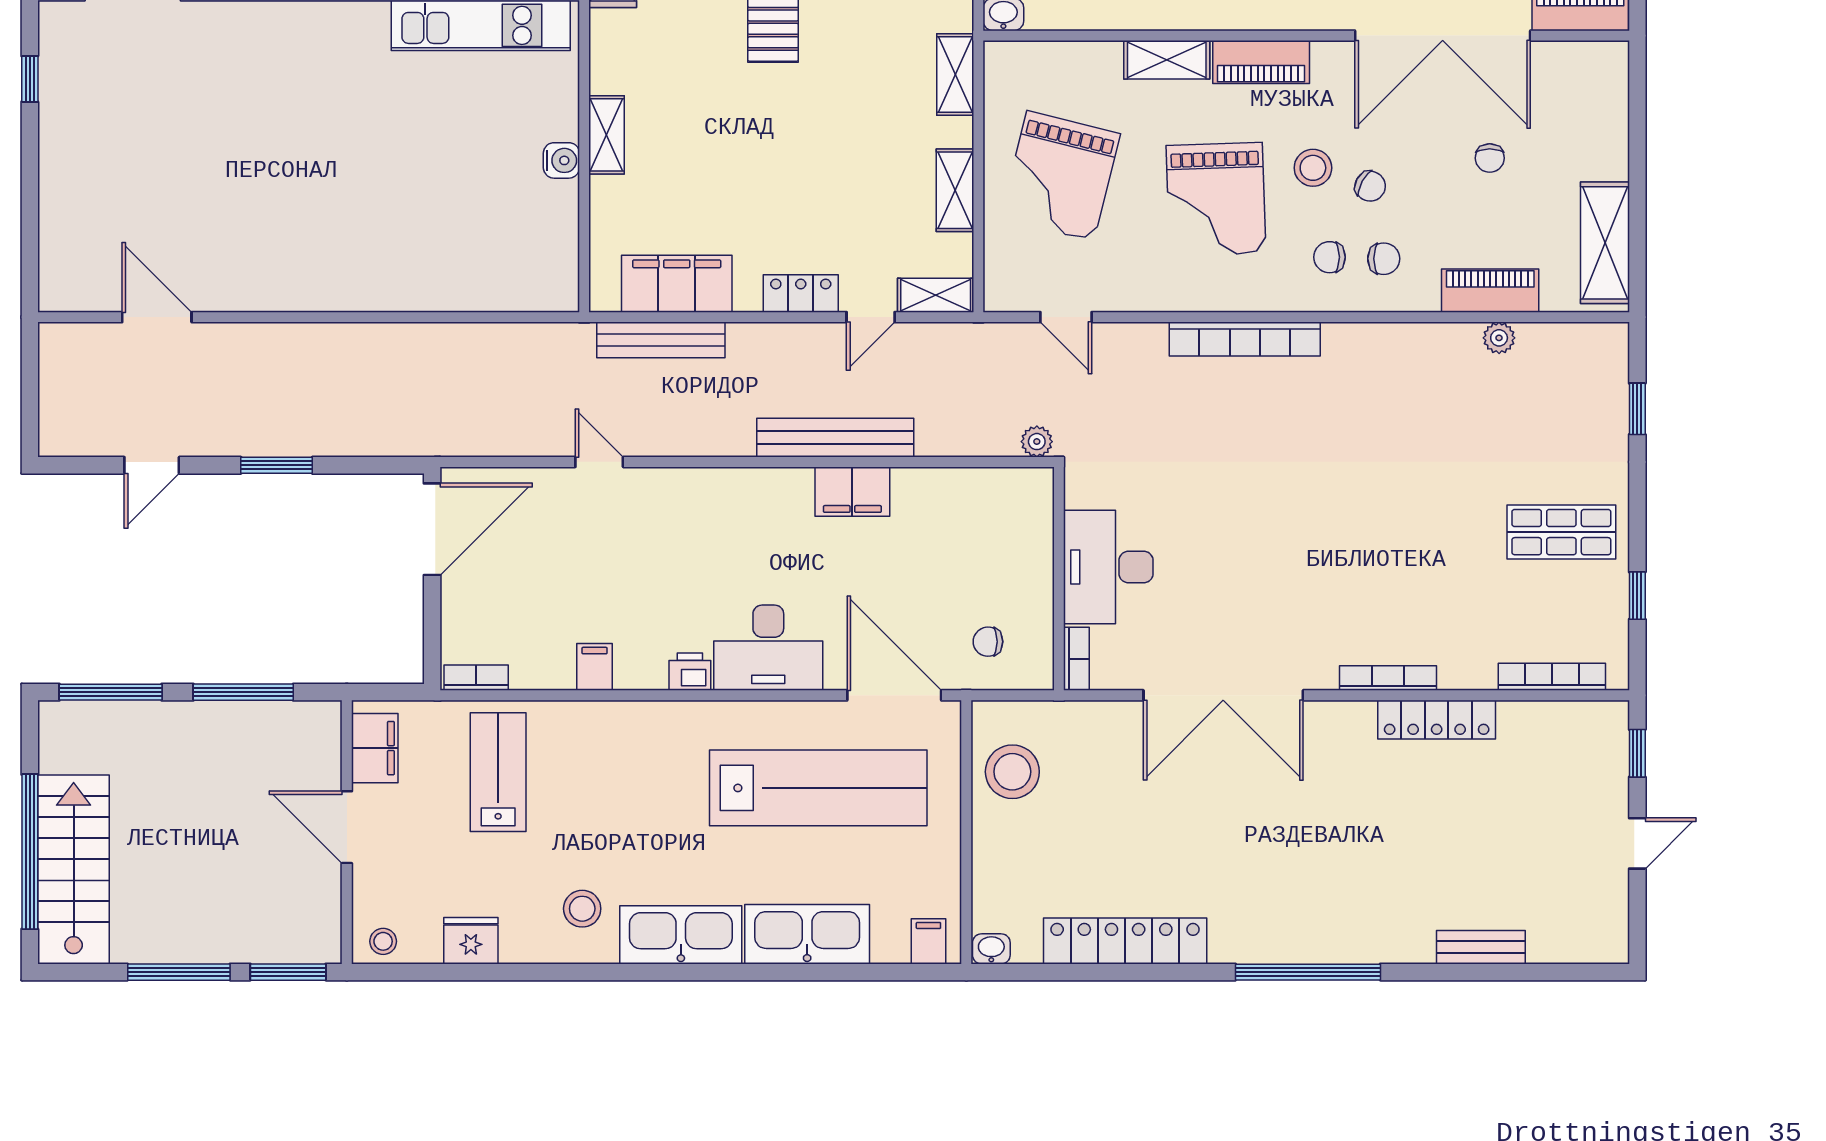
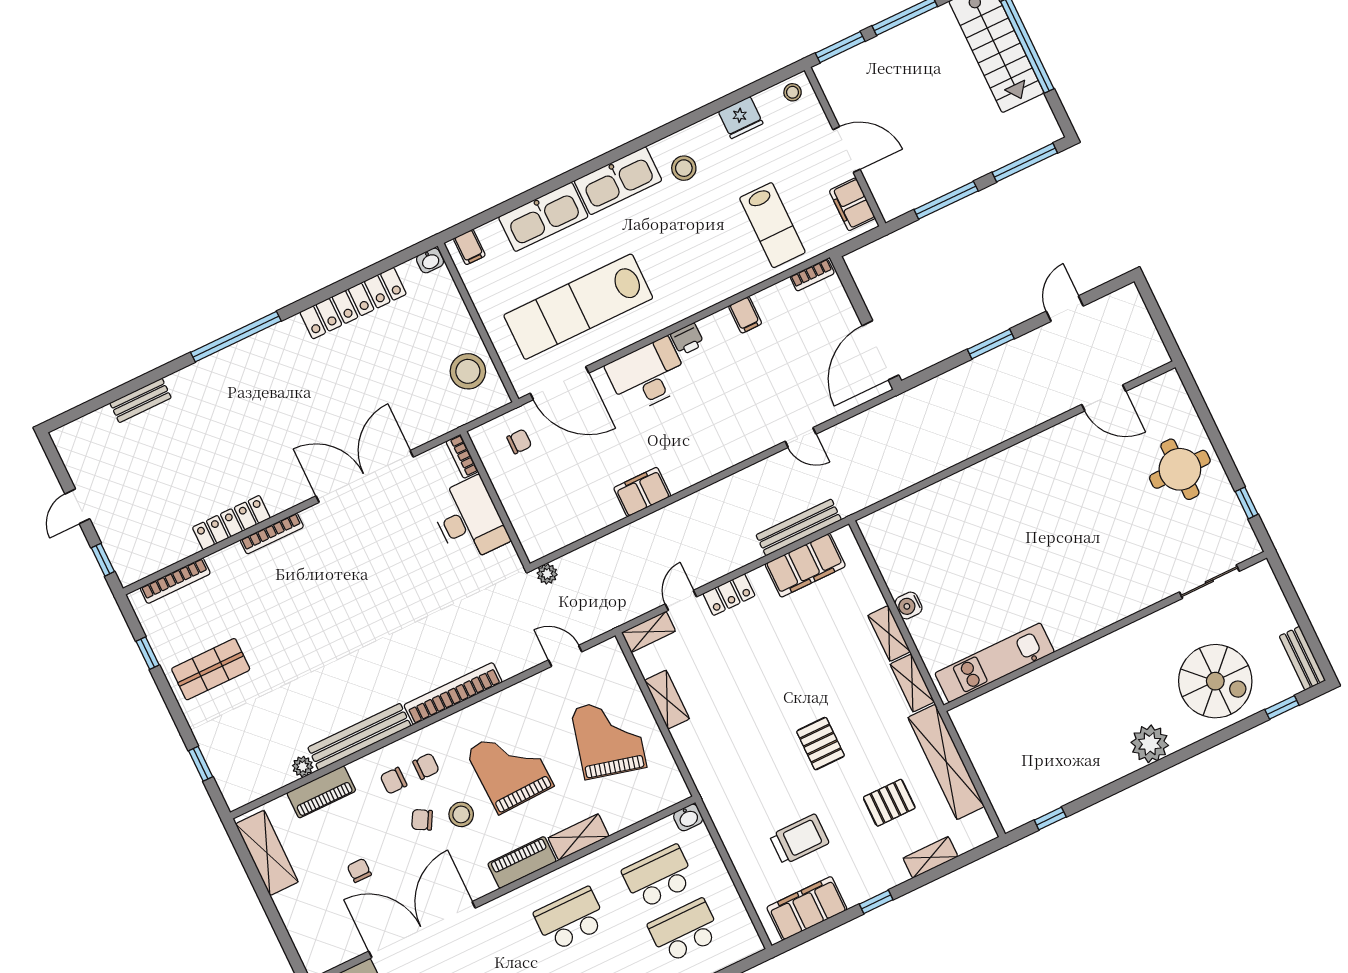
shelving: (955, 74) -> (912, 683), moved
round table: (99, 169) -> (1180, 469), added
bench: (835, 438) -> (359, 737), moved

